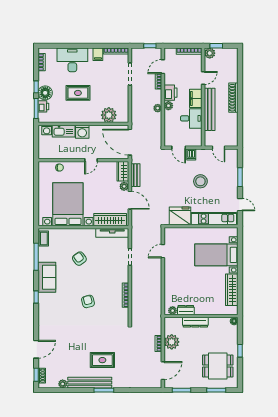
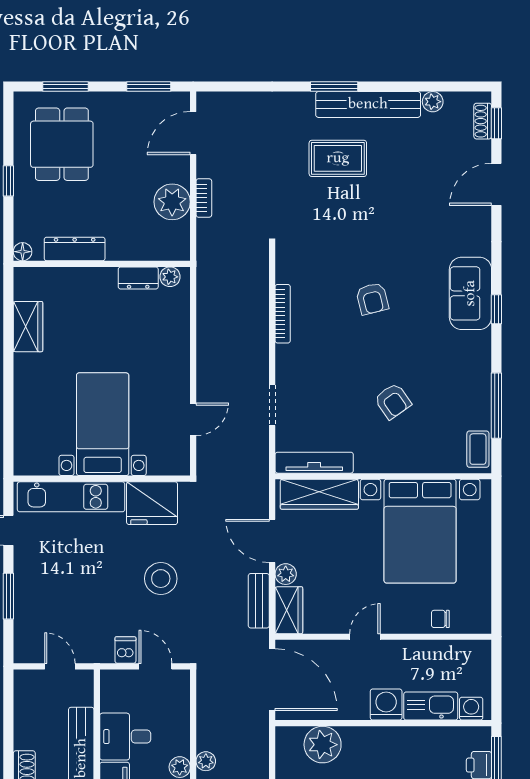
stool: (200, 181) -> (161, 579), moved
bed with nightstands: (216, 255) -> (103, 424), moved, turned -90
sofa: (47, 277) -> (470, 293), moved
wardrobe: (232, 290) -> (28, 327), width x0.67
dresser: (195, 322) -> (75, 249), moved
dining table: (218, 366) -> (62, 144), turned 90

